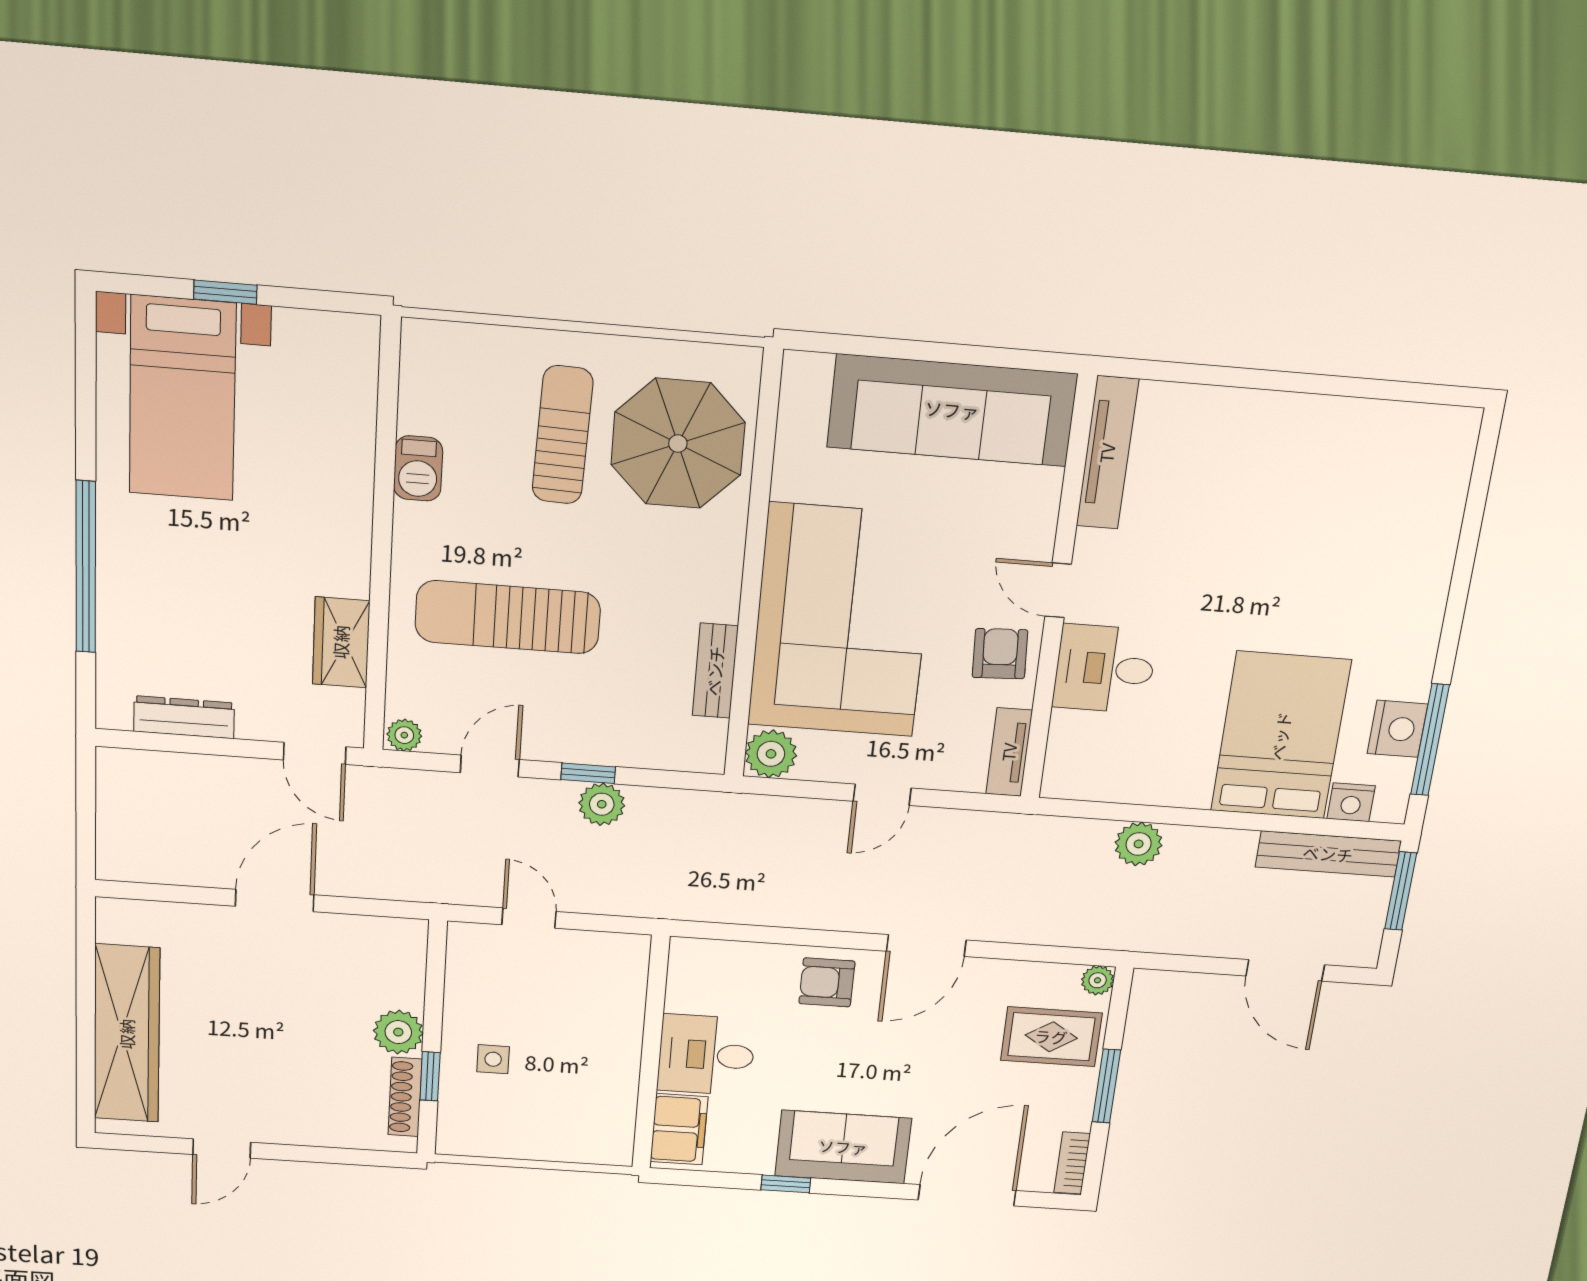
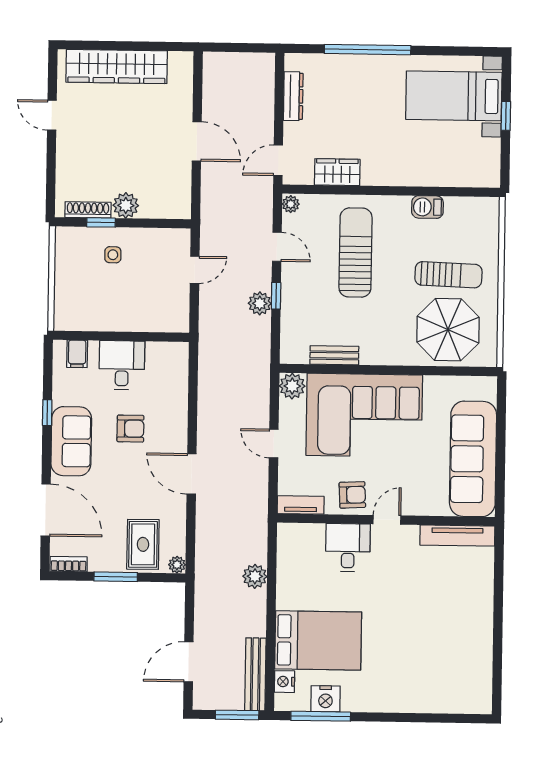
armchair: (827, 982) -> (130, 429), moved, turned 90
filing cabinet: (679, 1129) -> (77, 354), width x0.50

